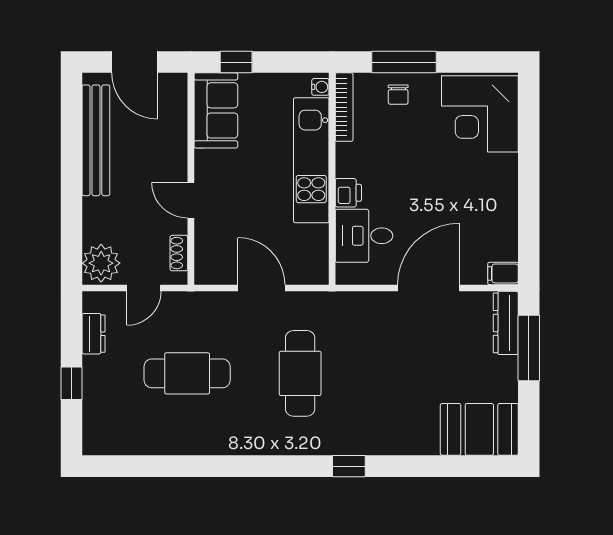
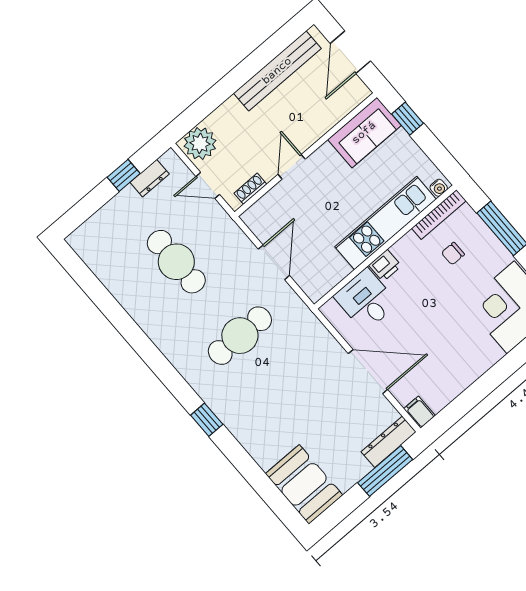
chair: (398, 95) -> (453, 254), moved
window: (71, 383) -> (124, 175), moved

